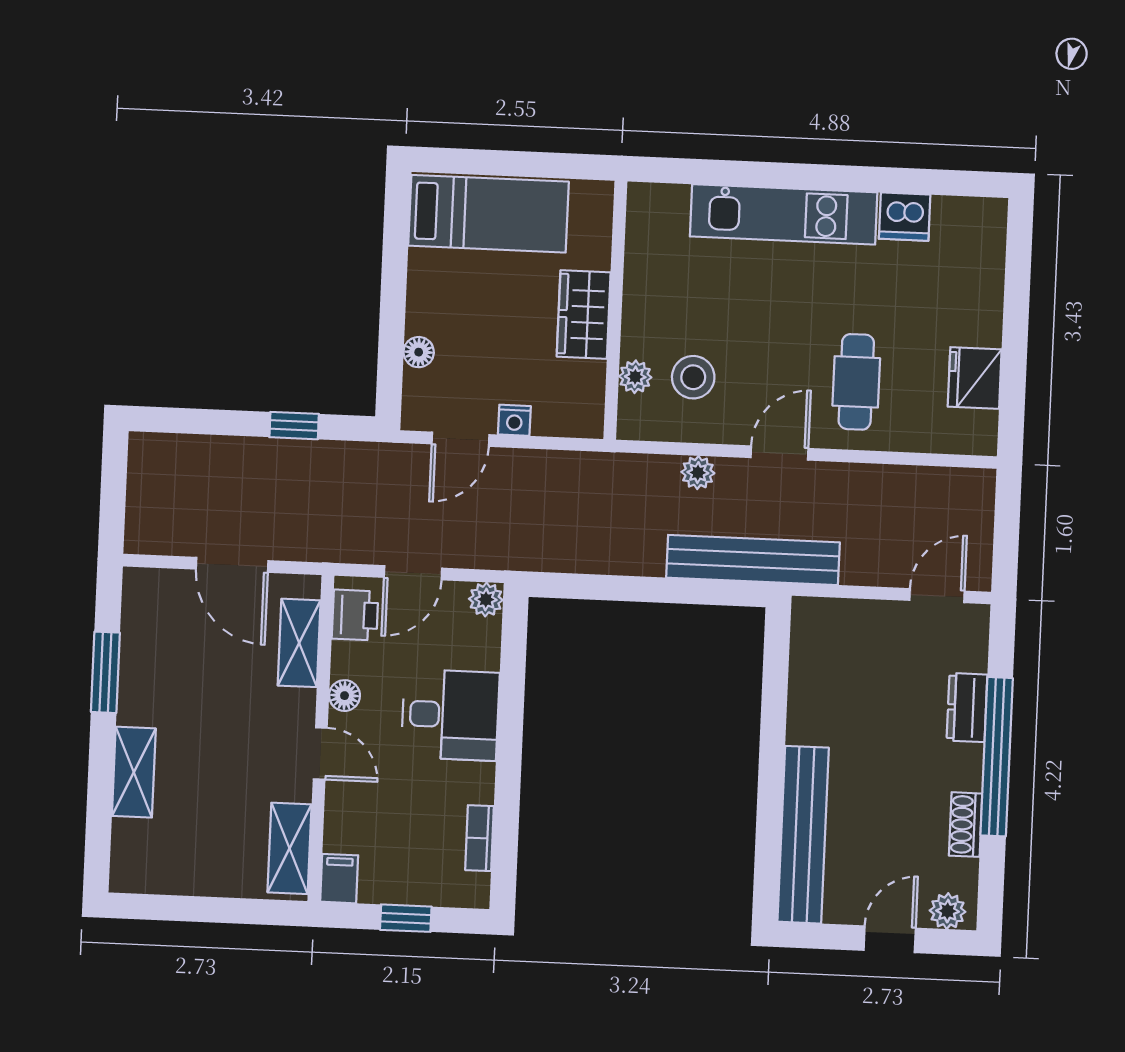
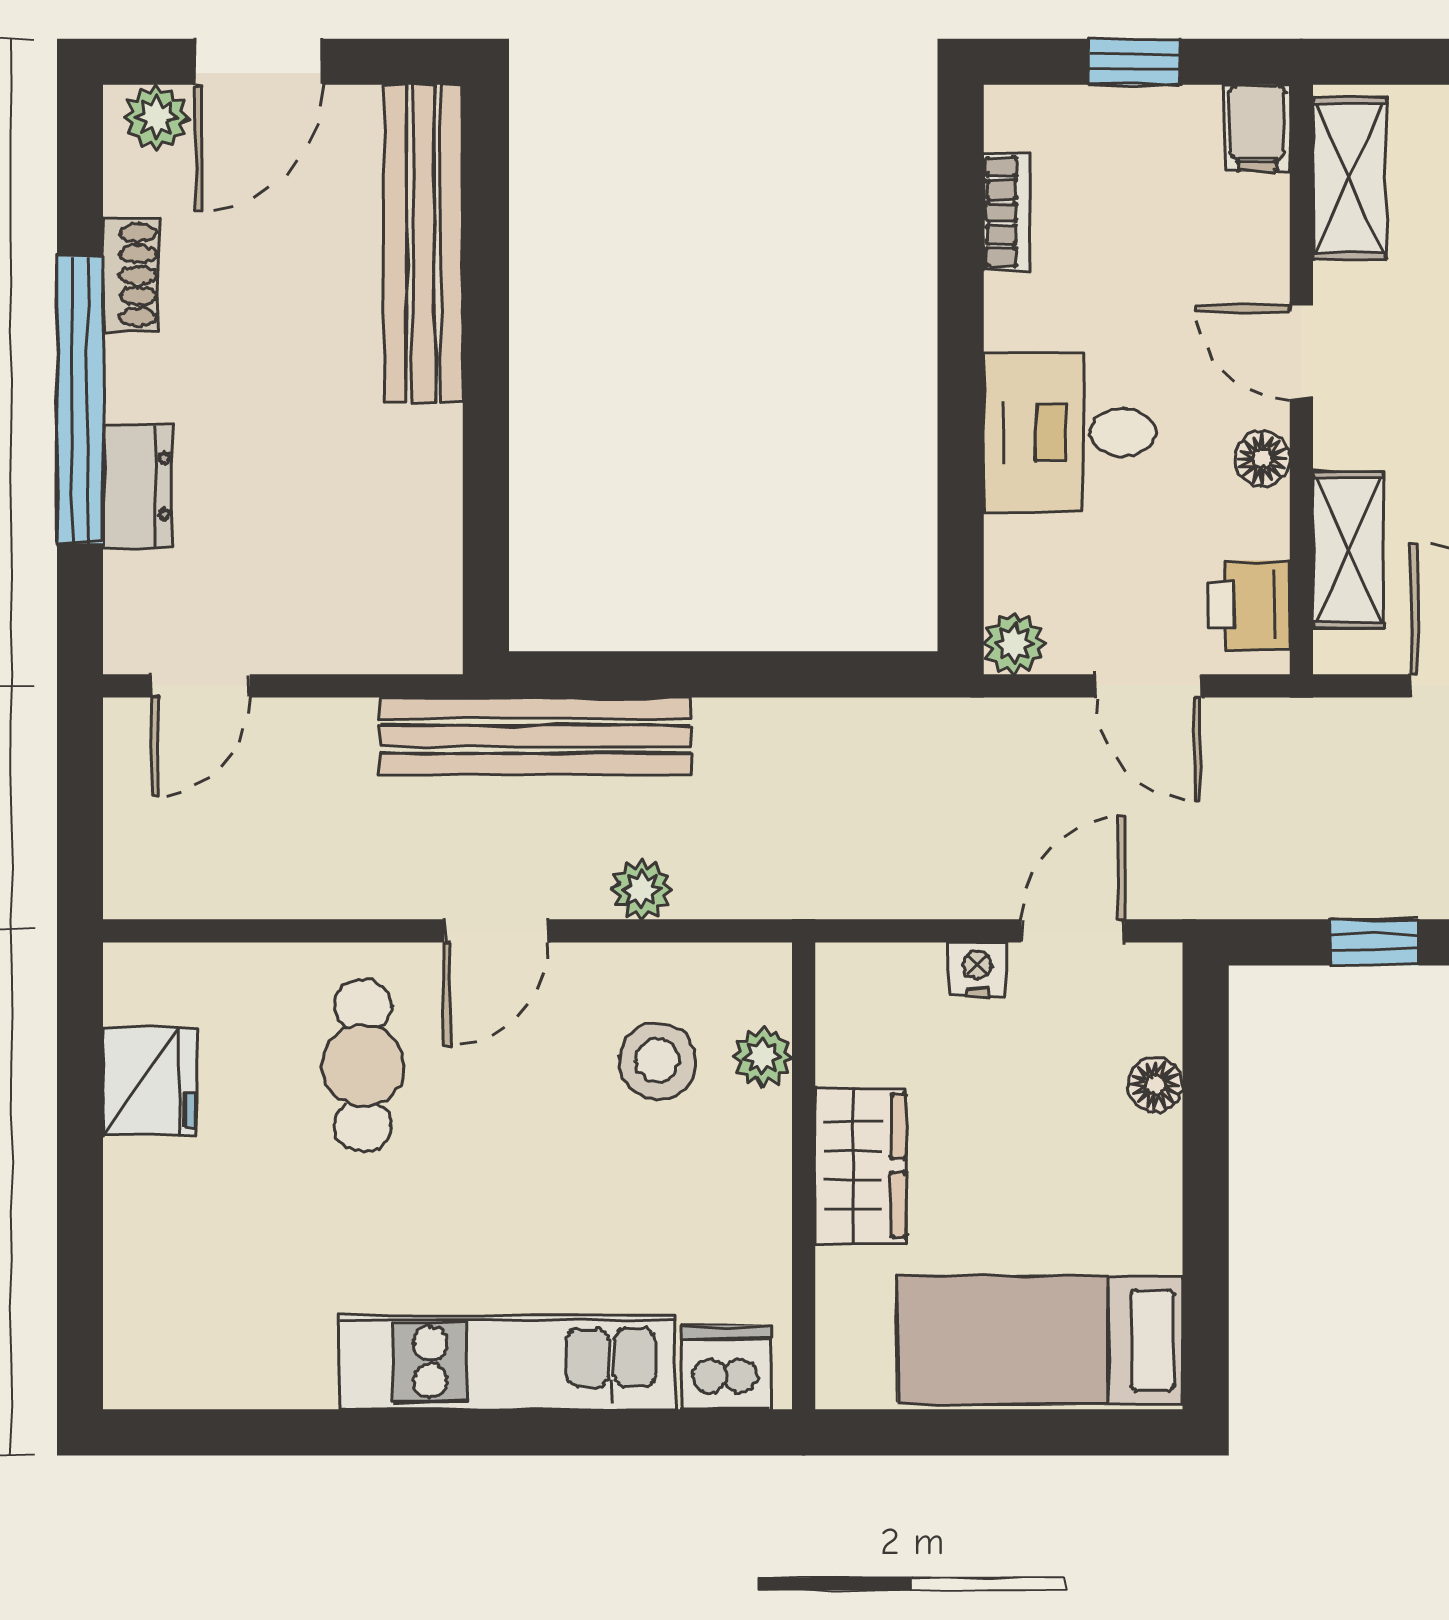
dishwasher: (905, 217) -> (726, 1368), moved
door: (413, 573) -> (1148, 686), swing flipped
door: (890, 939) -> (259, 62), width x1.38

